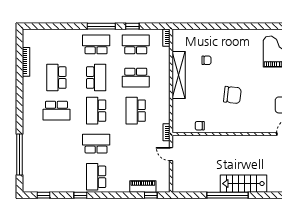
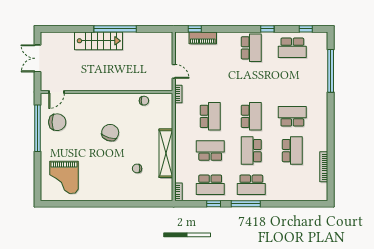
chair: (232, 95) -> (110, 133), turned 101
school desk: (96, 144) -> (292, 48), moved

